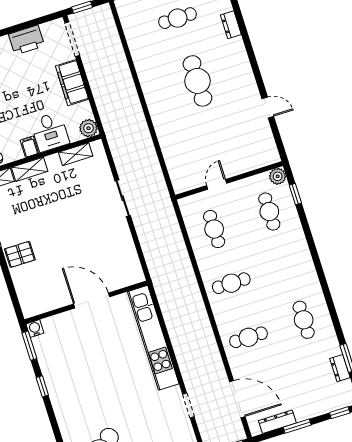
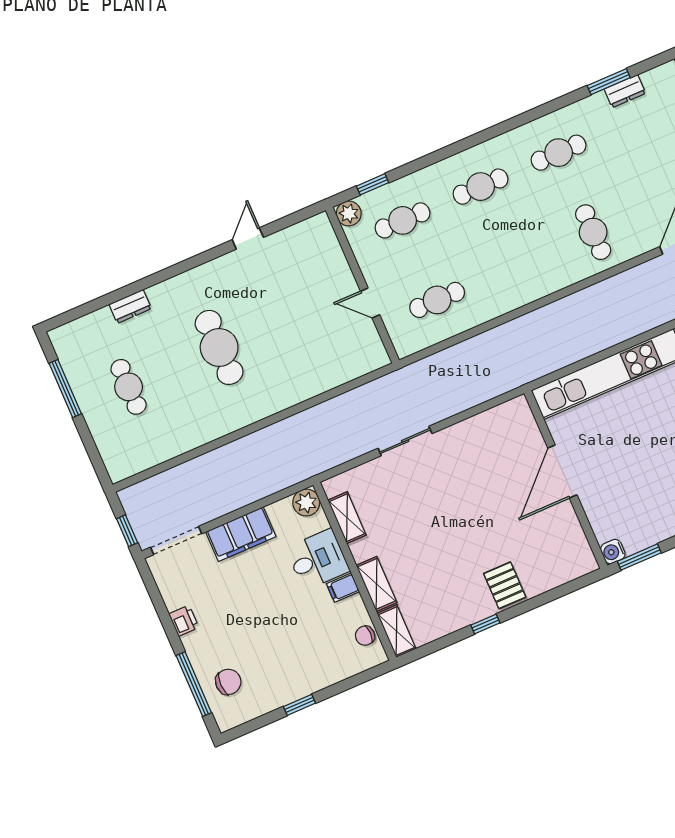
printer: (26, 40) -> (184, 621), width x0.53, depth x0.68
cafe table: (197, 81) -> (219, 347), turned 90
cafe table: (231, 283) -> (481, 187), moved, turned 90

